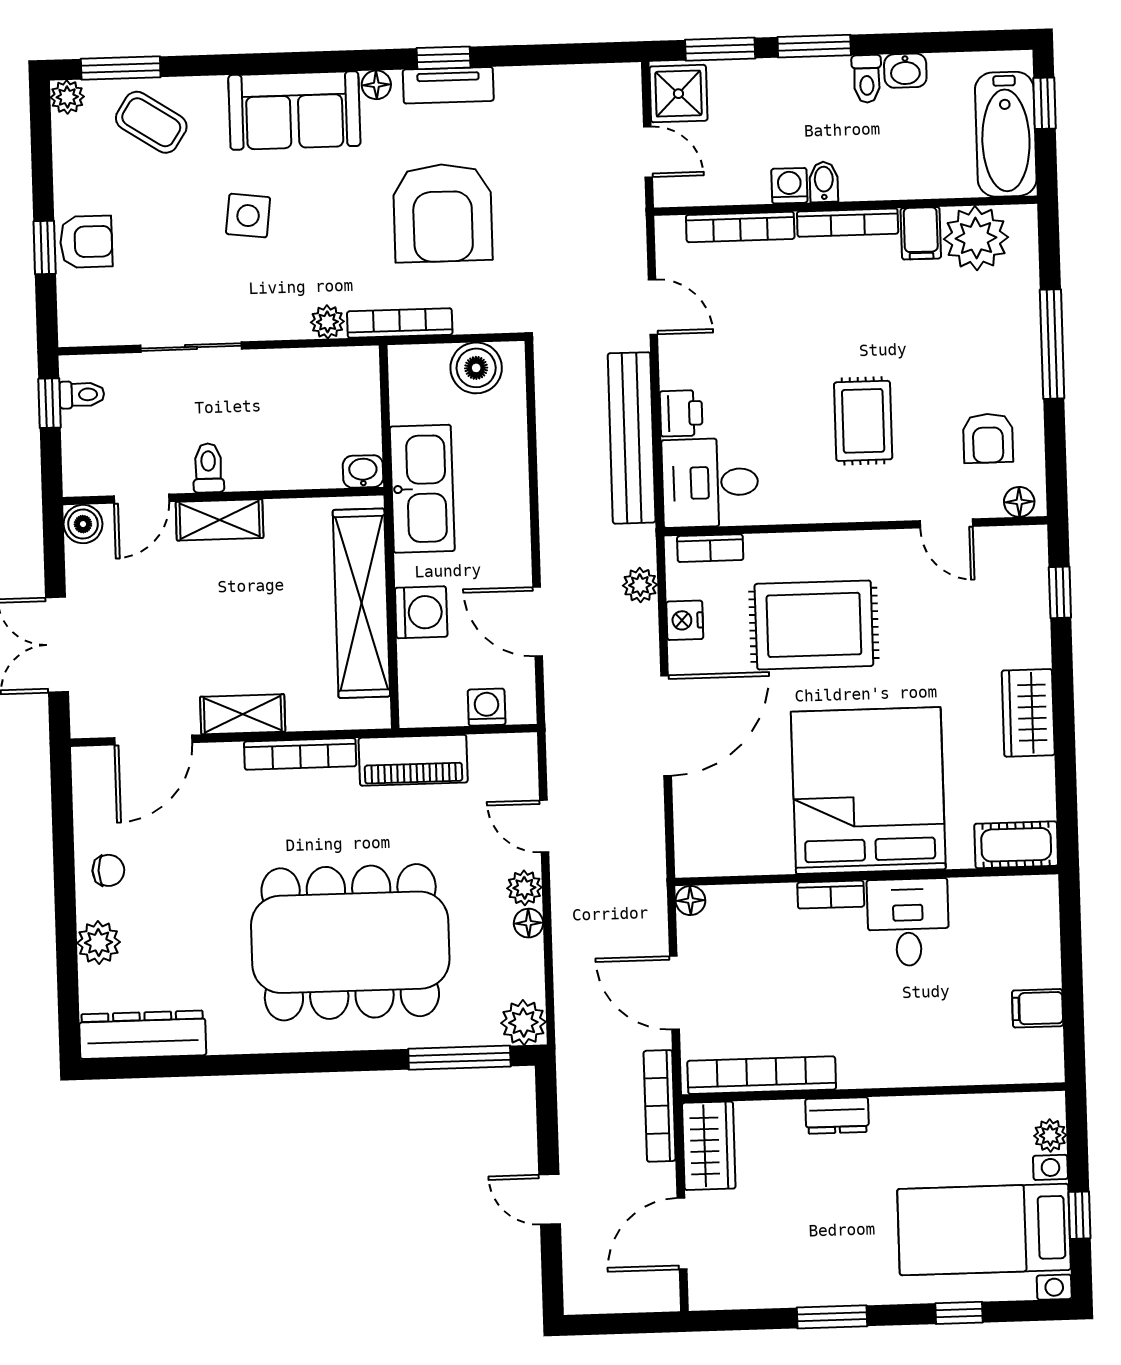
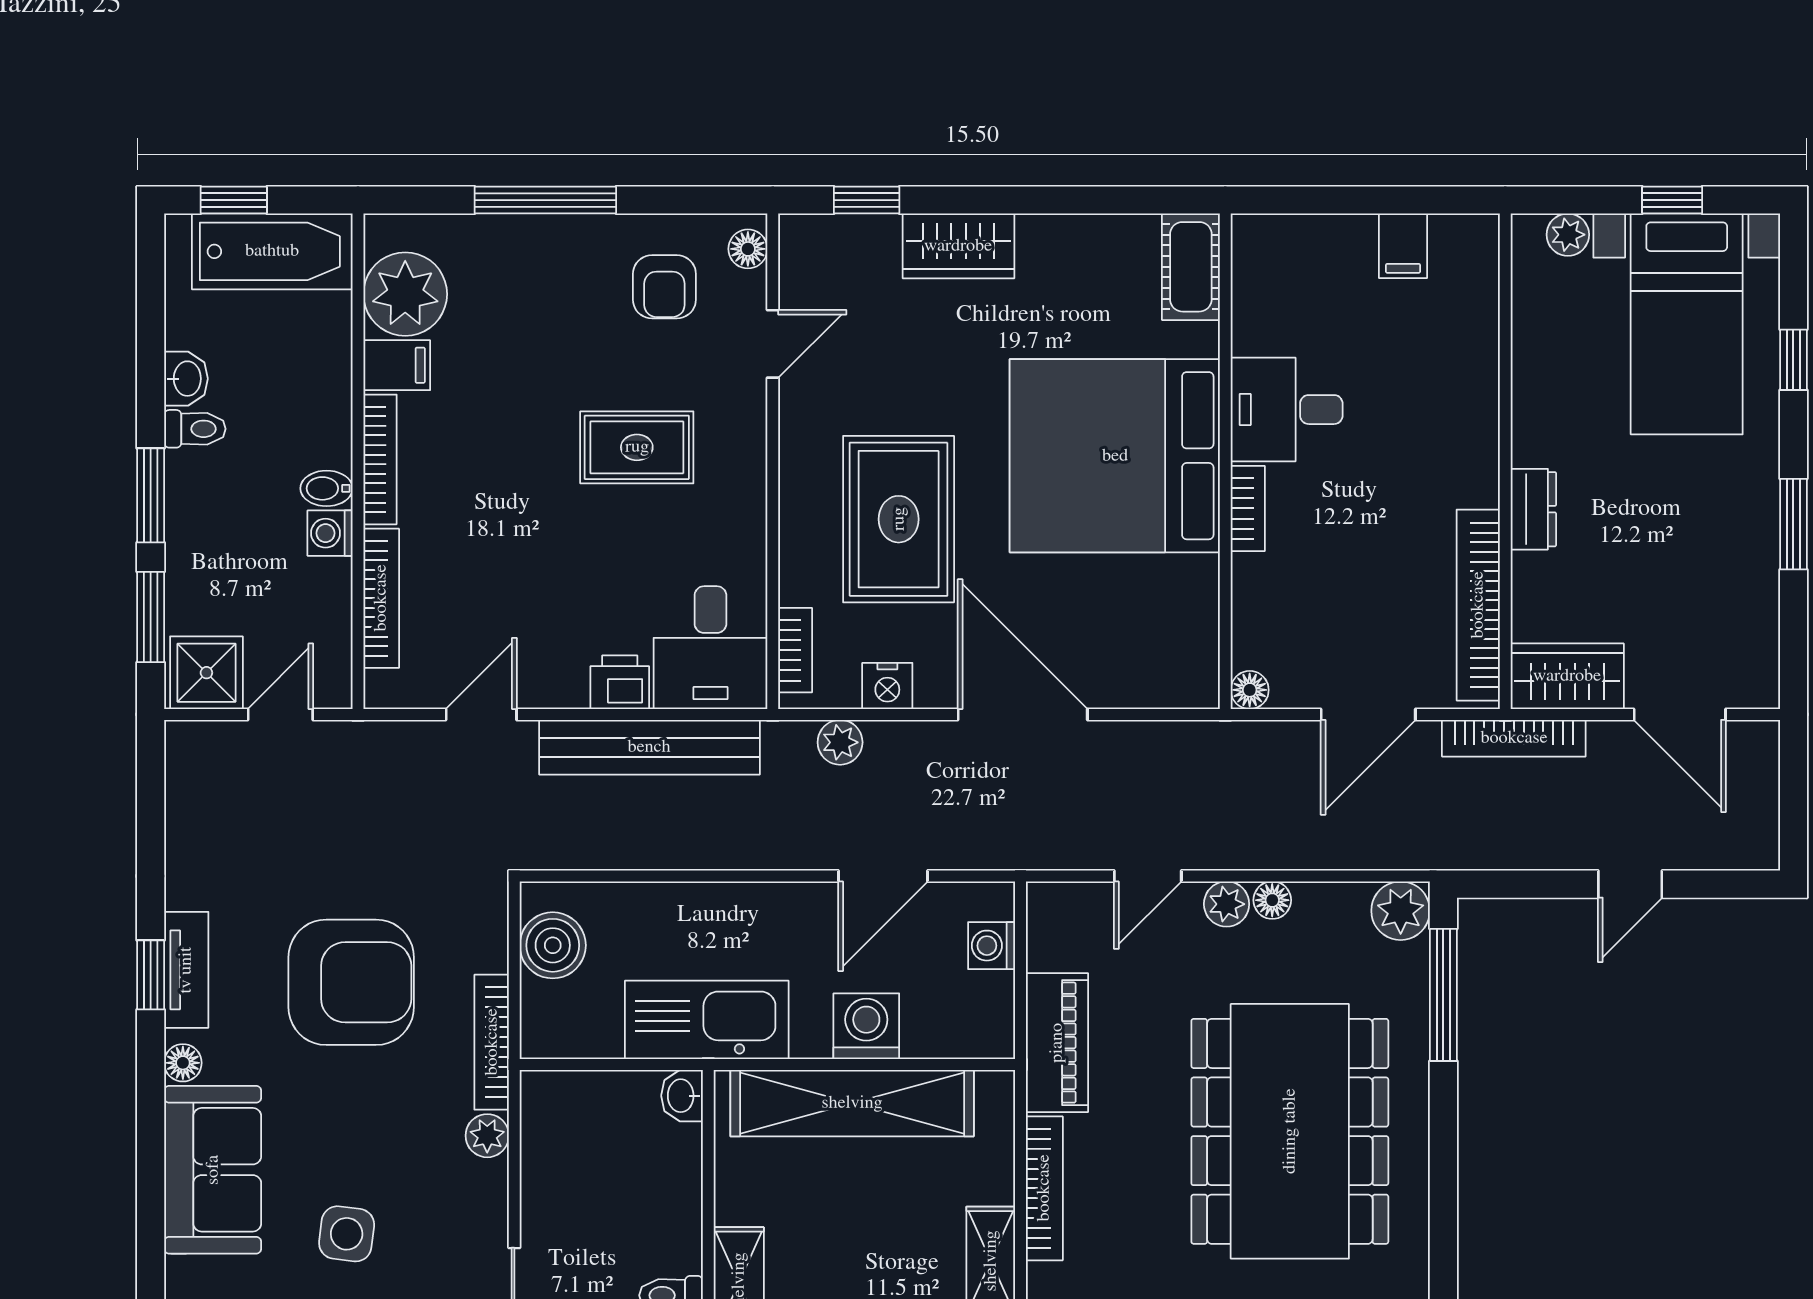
armchair: (988, 438) -> (664, 287), turned 90
wardrobe: (1028, 713) -> (958, 246), moved

